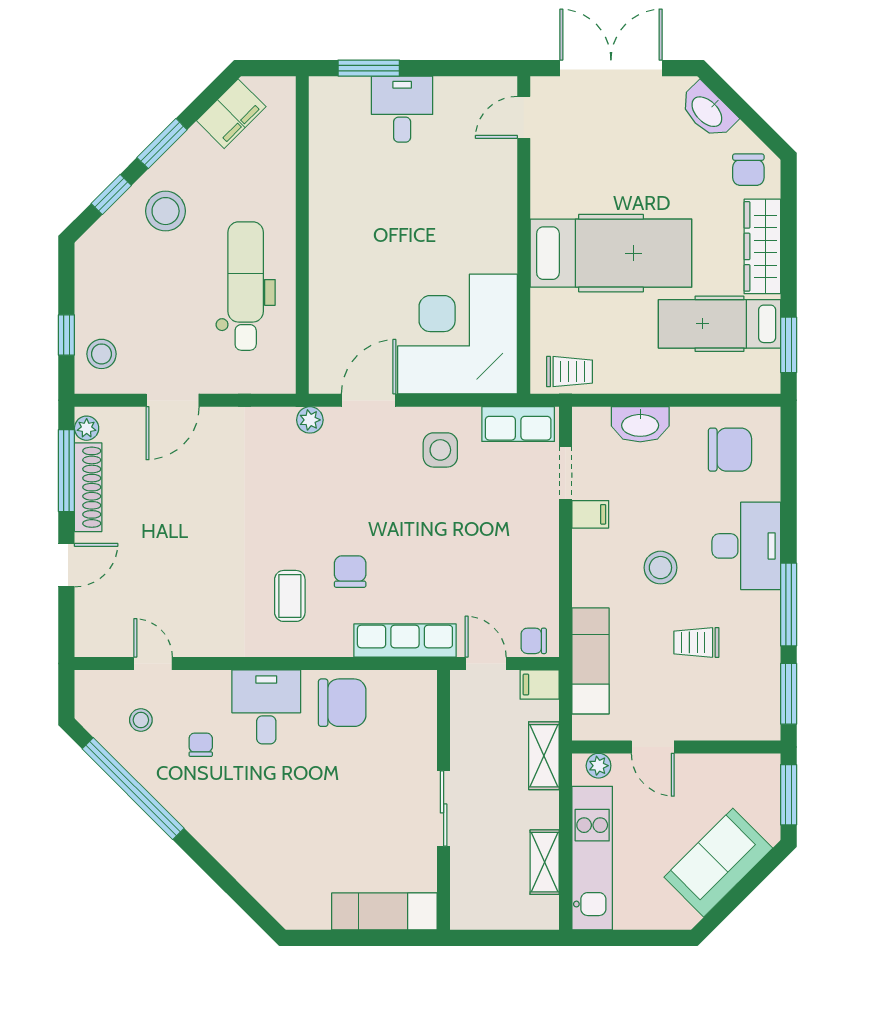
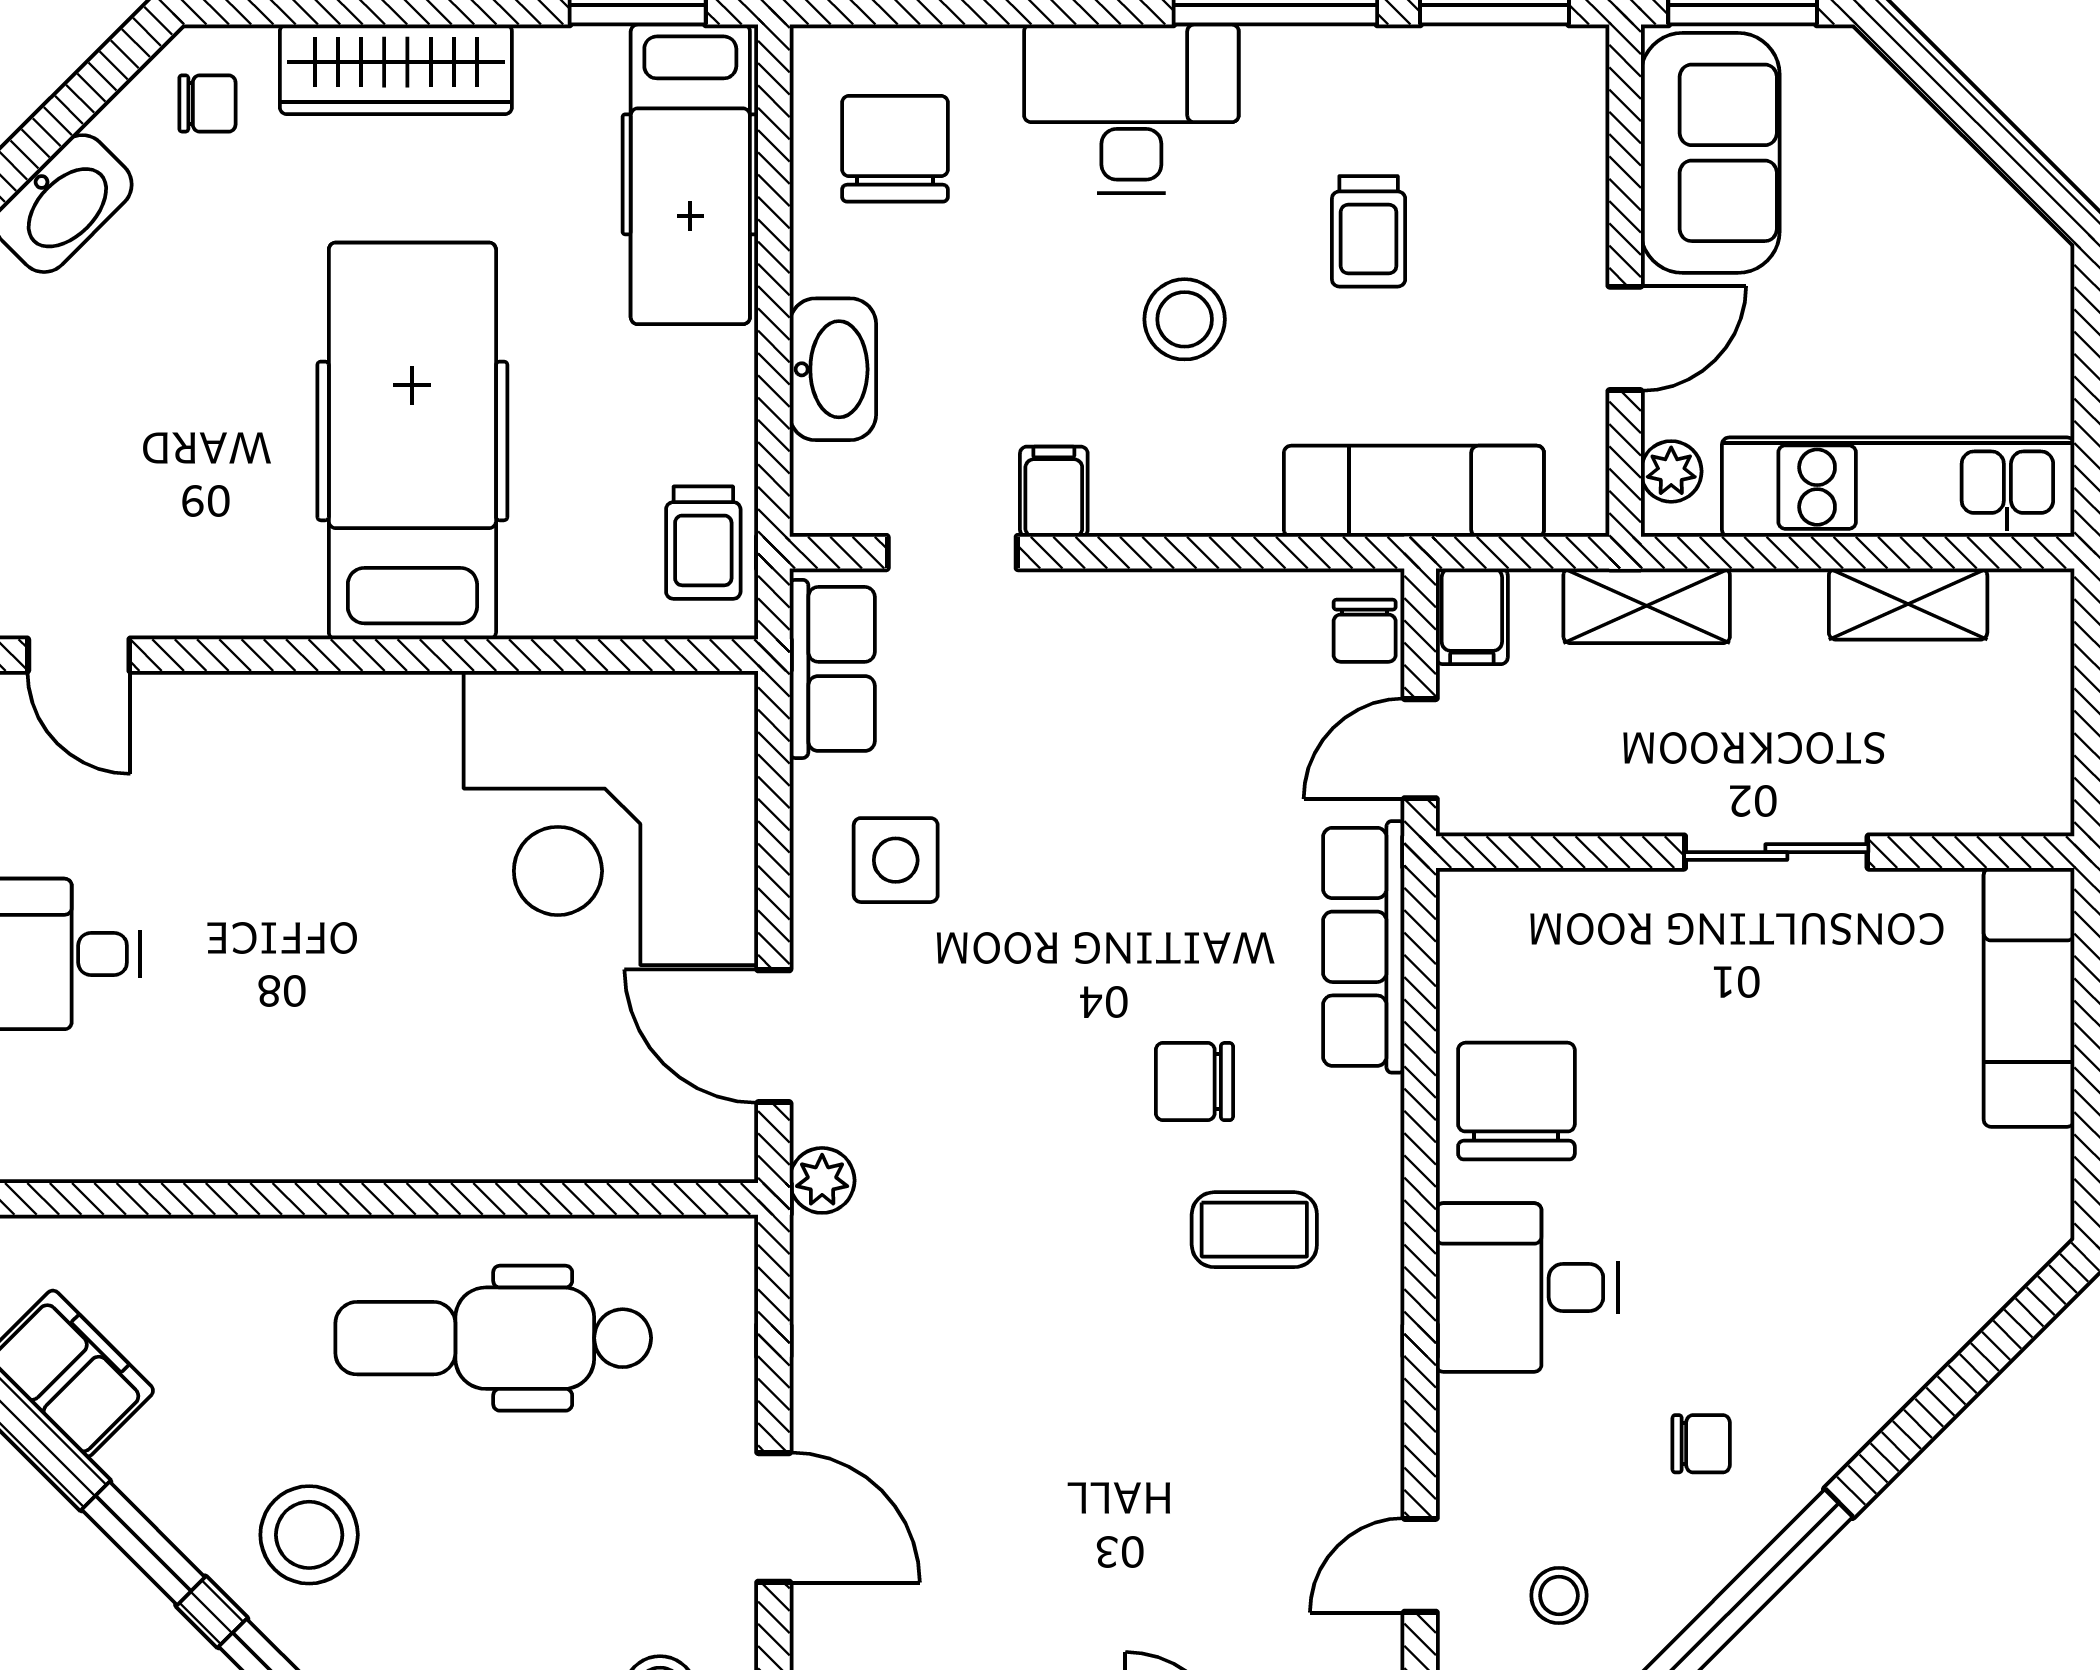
chair: (748, 170) -> (207, 103), width x0.73, depth x0.73
hospital bed: (720, 324) -> (690, 174), moved
trolley: (570, 372) -> (703, 543), turned 180
chair: (201, 745) -> (1701, 1444), moved, turned 180
sofa: (718, 863) -> (1710, 153), moved, turned -135

